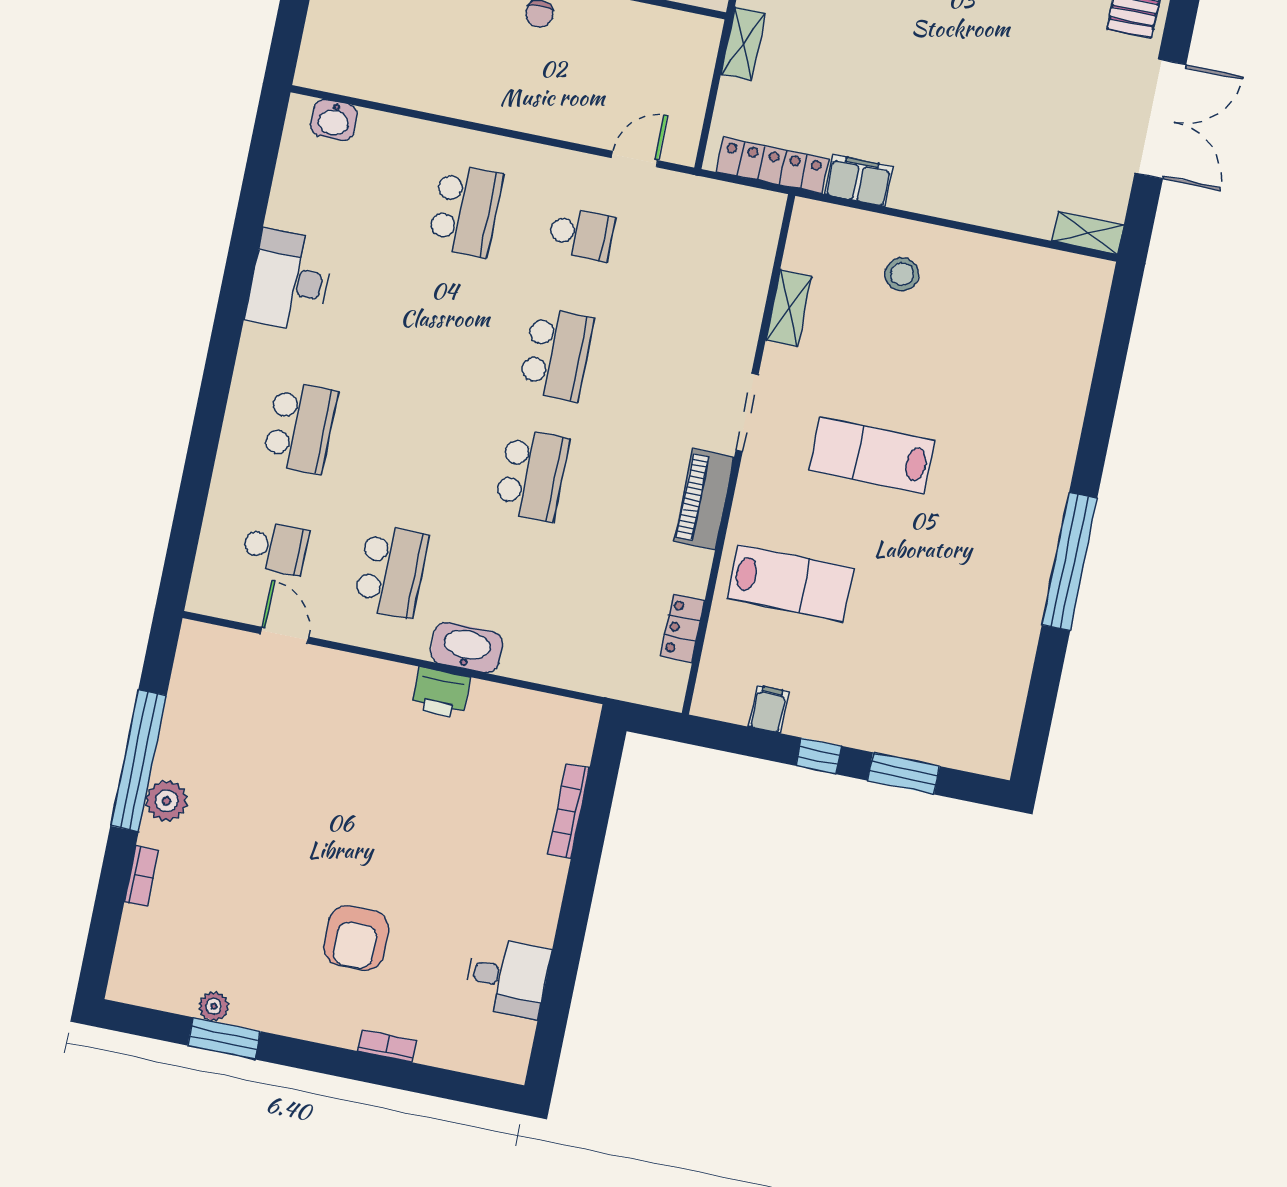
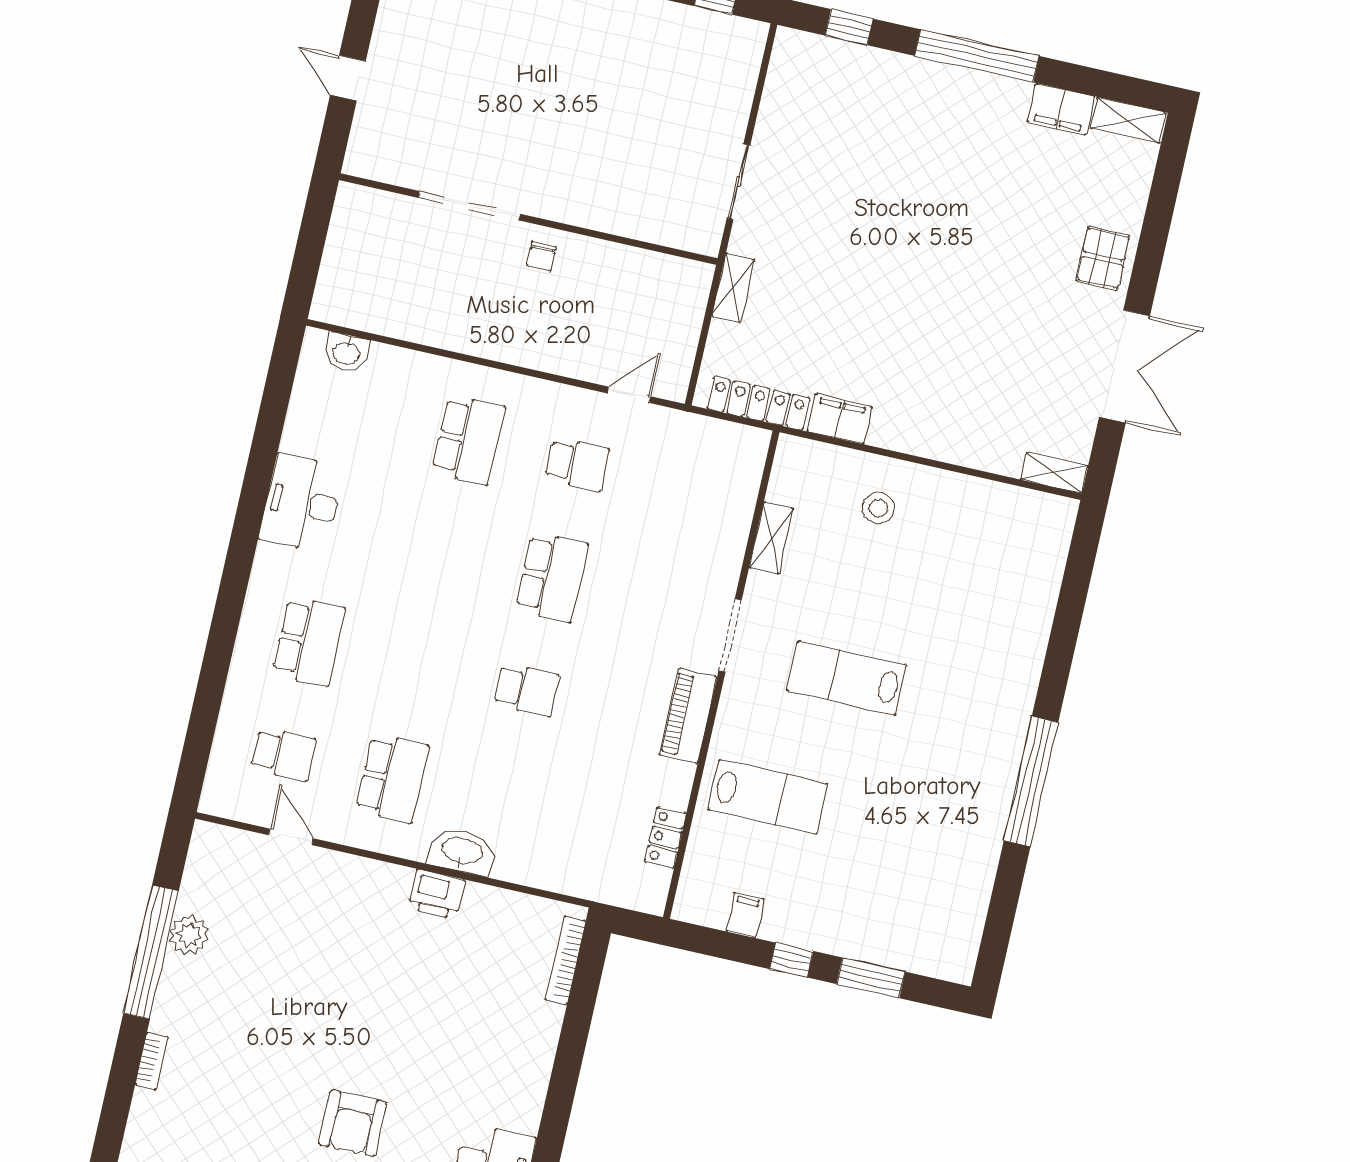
school desk: (532, 475) -> (526, 690), width x0.54
plant: (167, 801) -> (189, 935), moved
bookcase: (569, 811) -> (566, 960), moved

